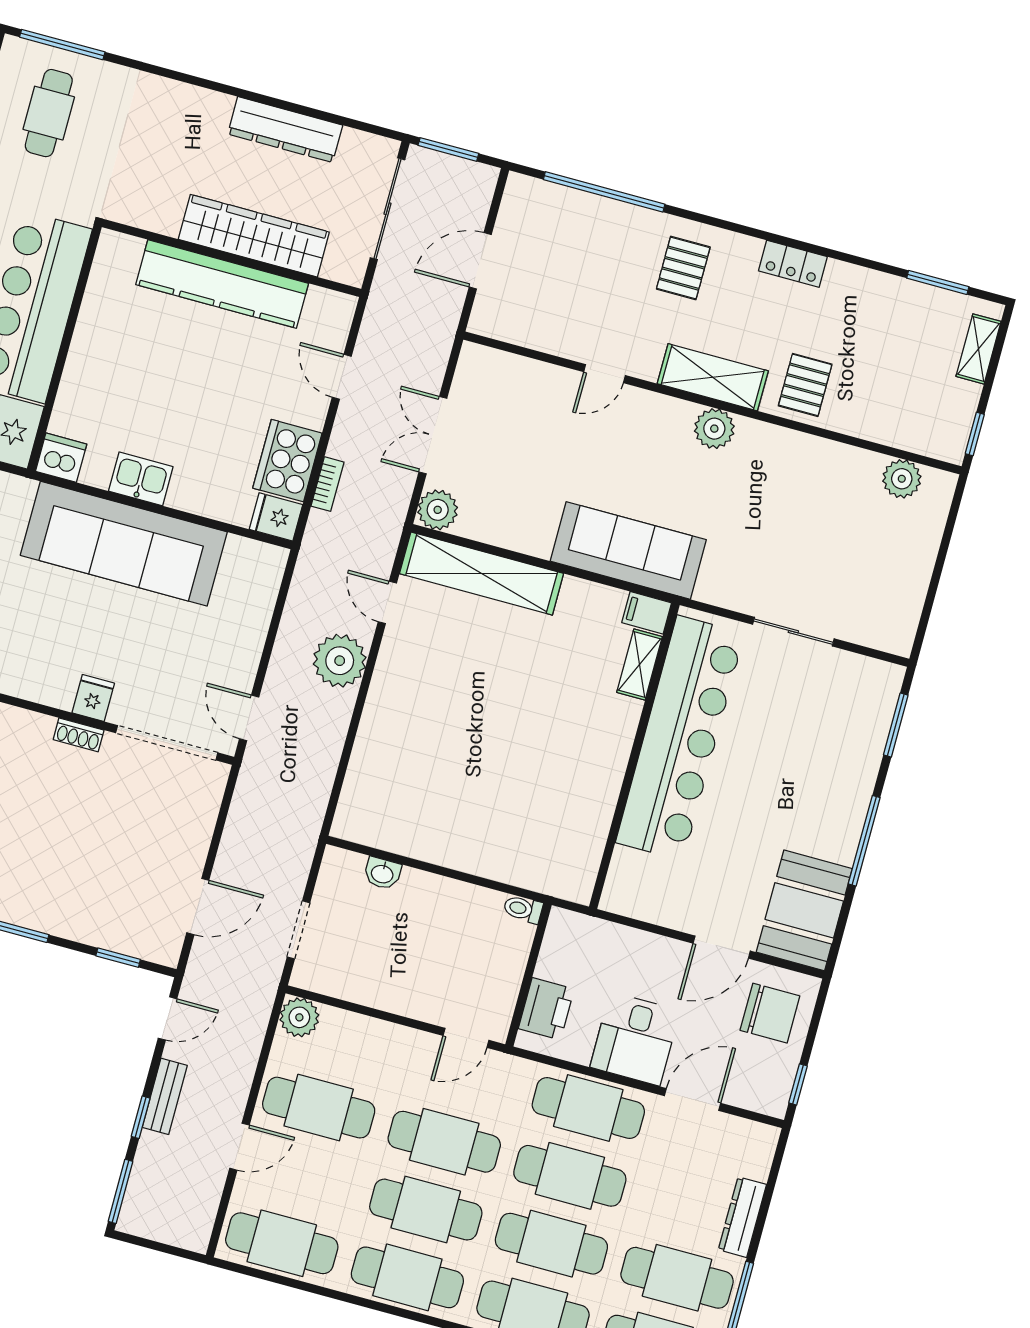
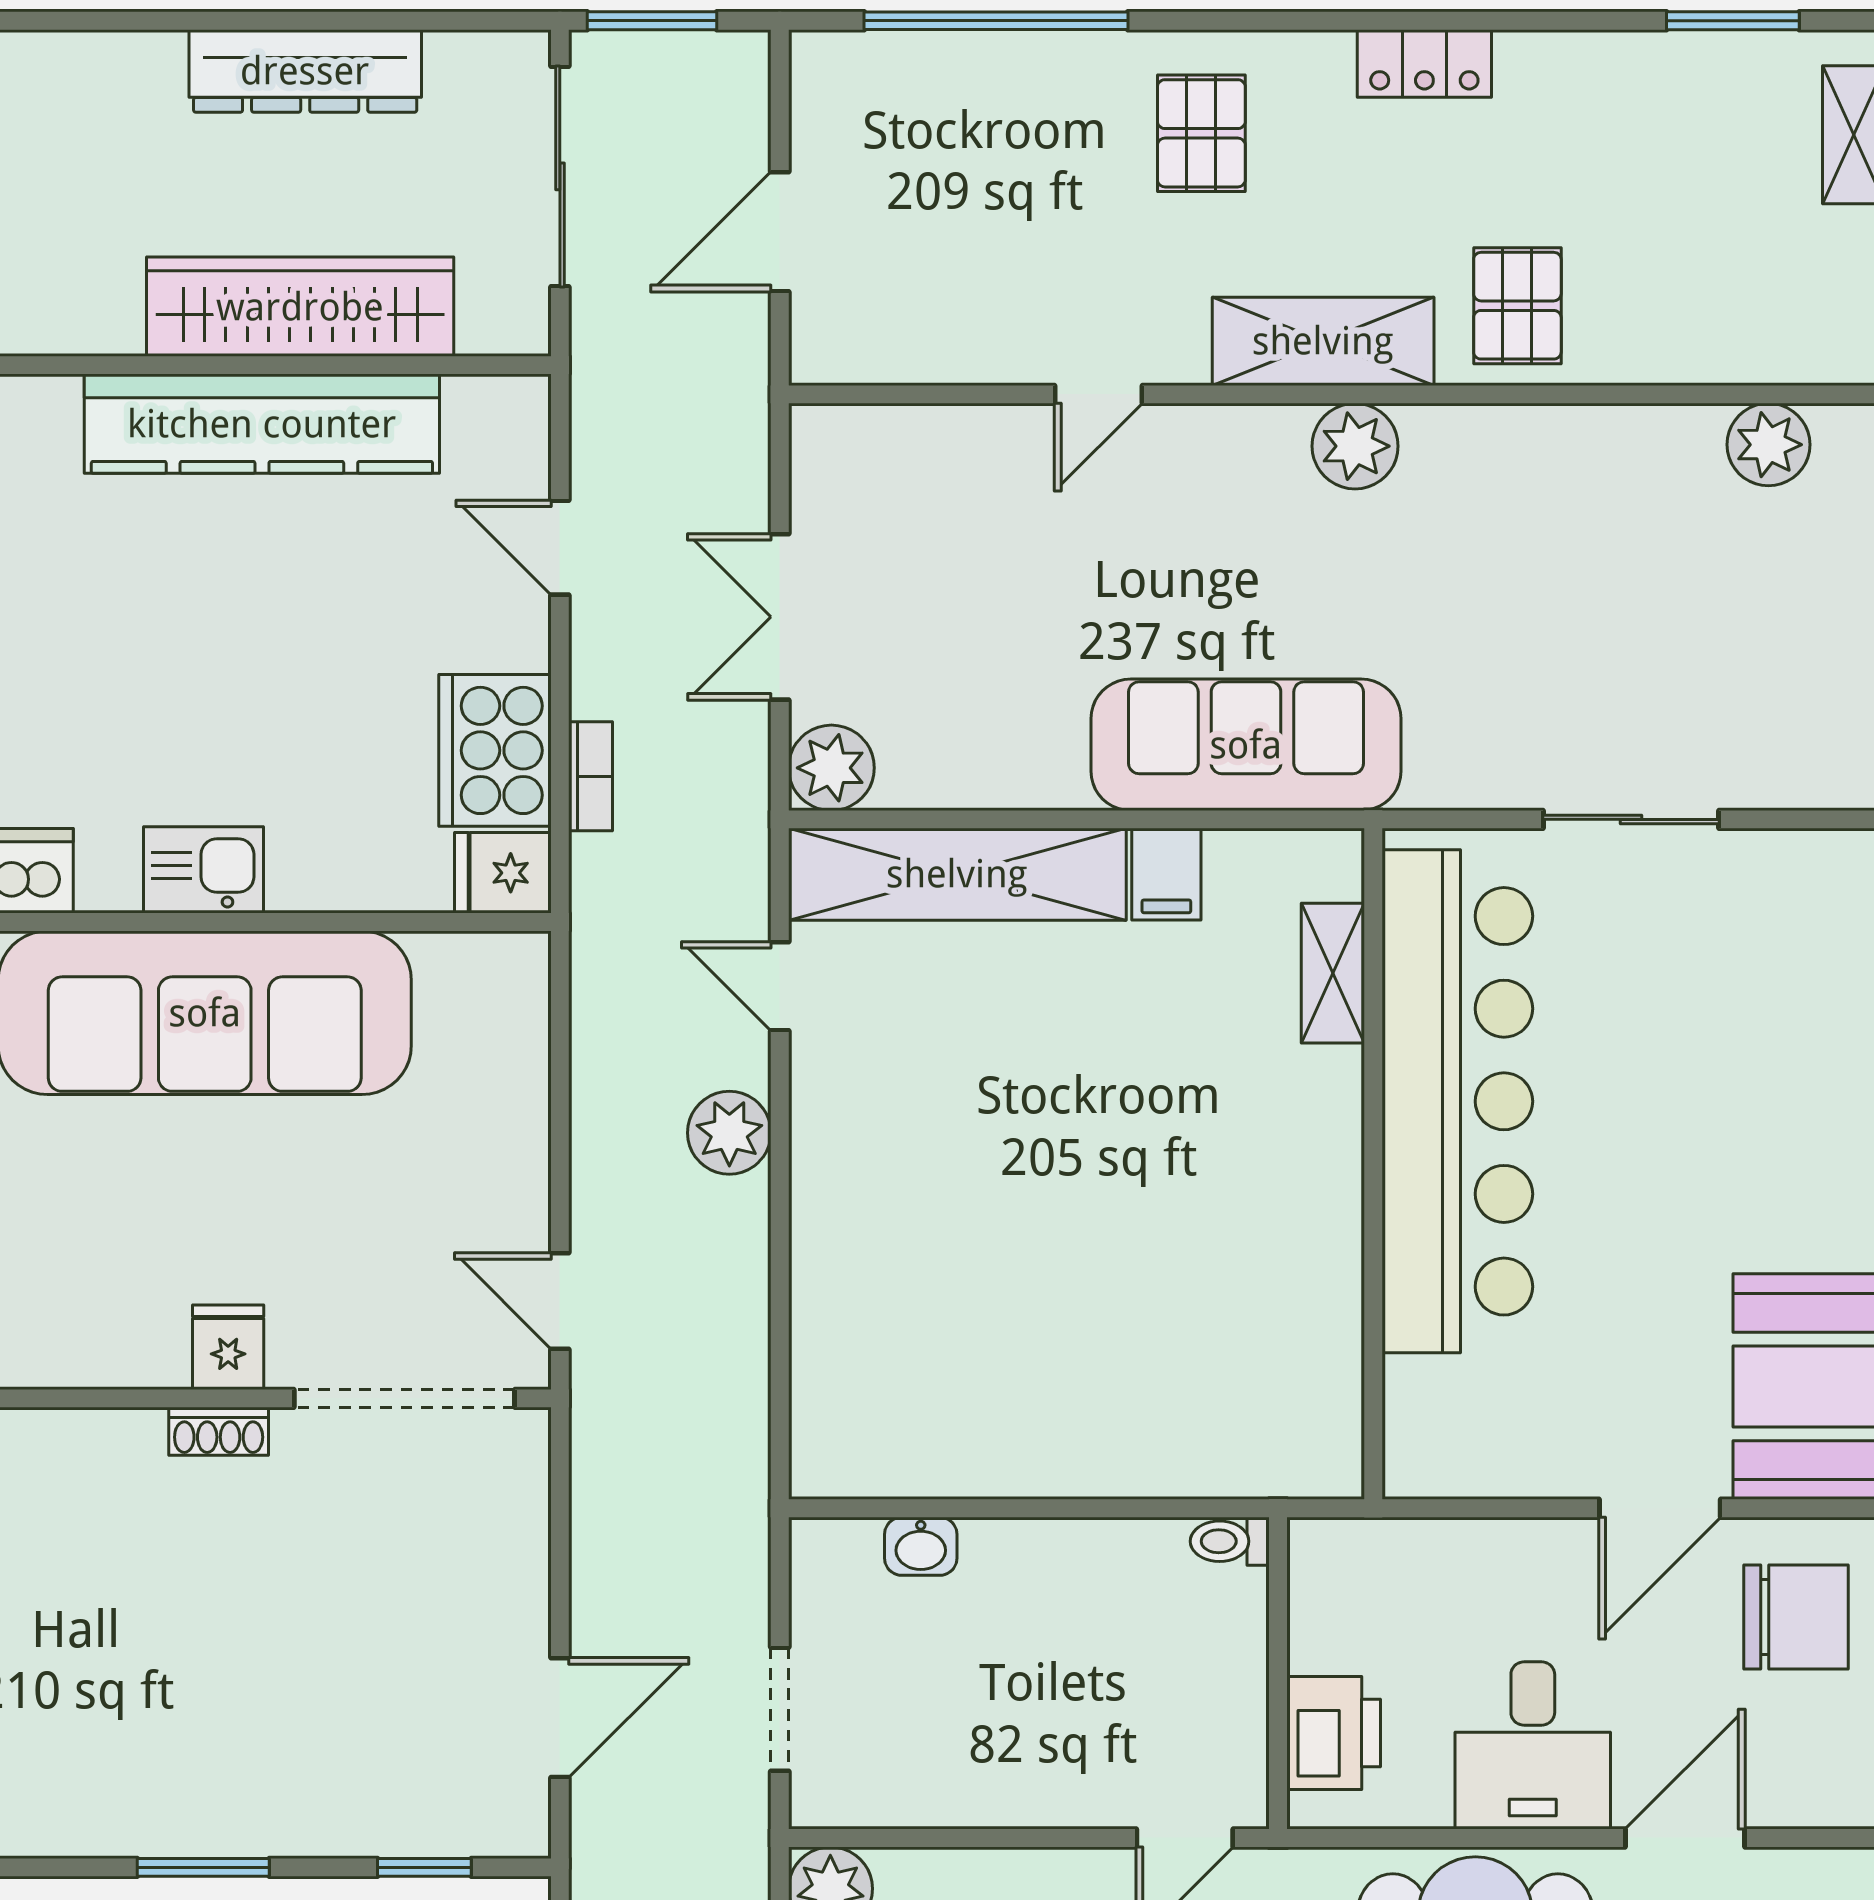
filing cabinet: (647, 613) -> (1166, 874), moved, turned -90
plant: (340, 661) -> (729, 1133), width x0.73, depth x0.73

